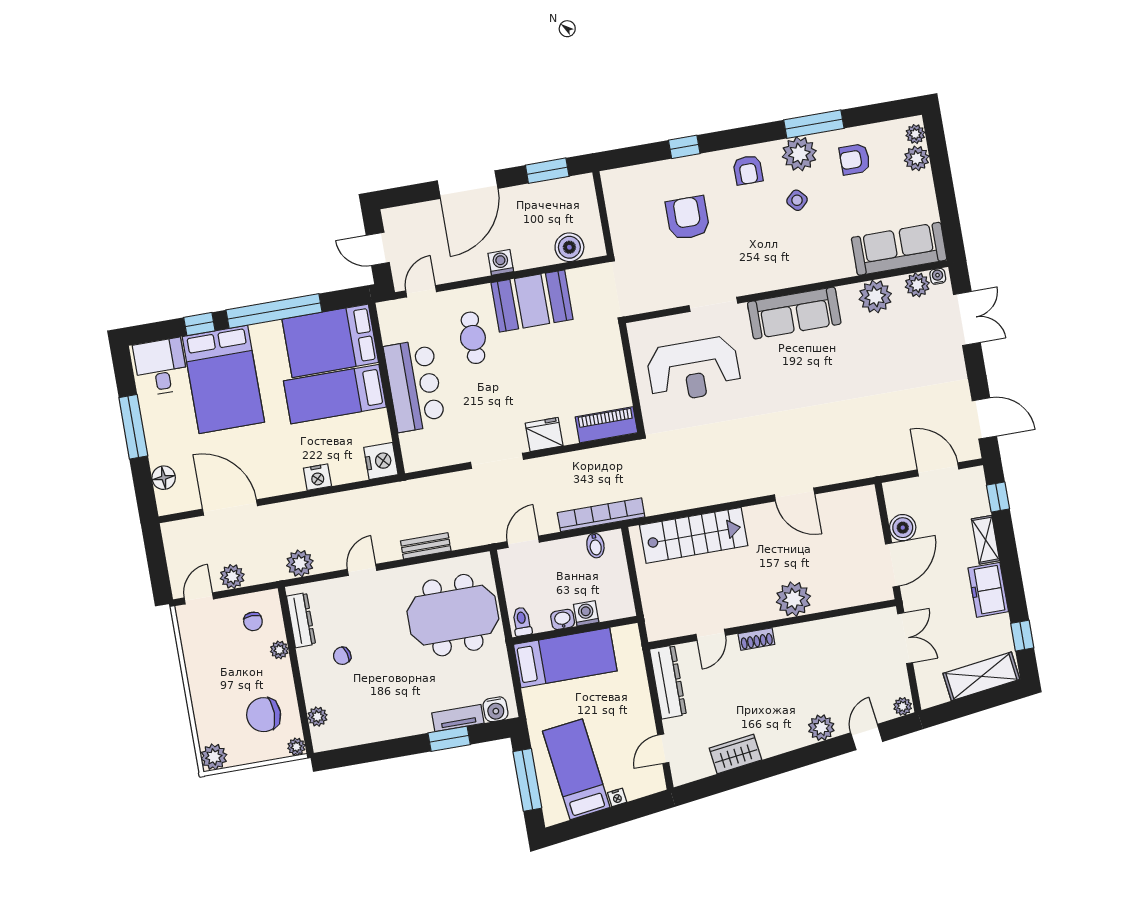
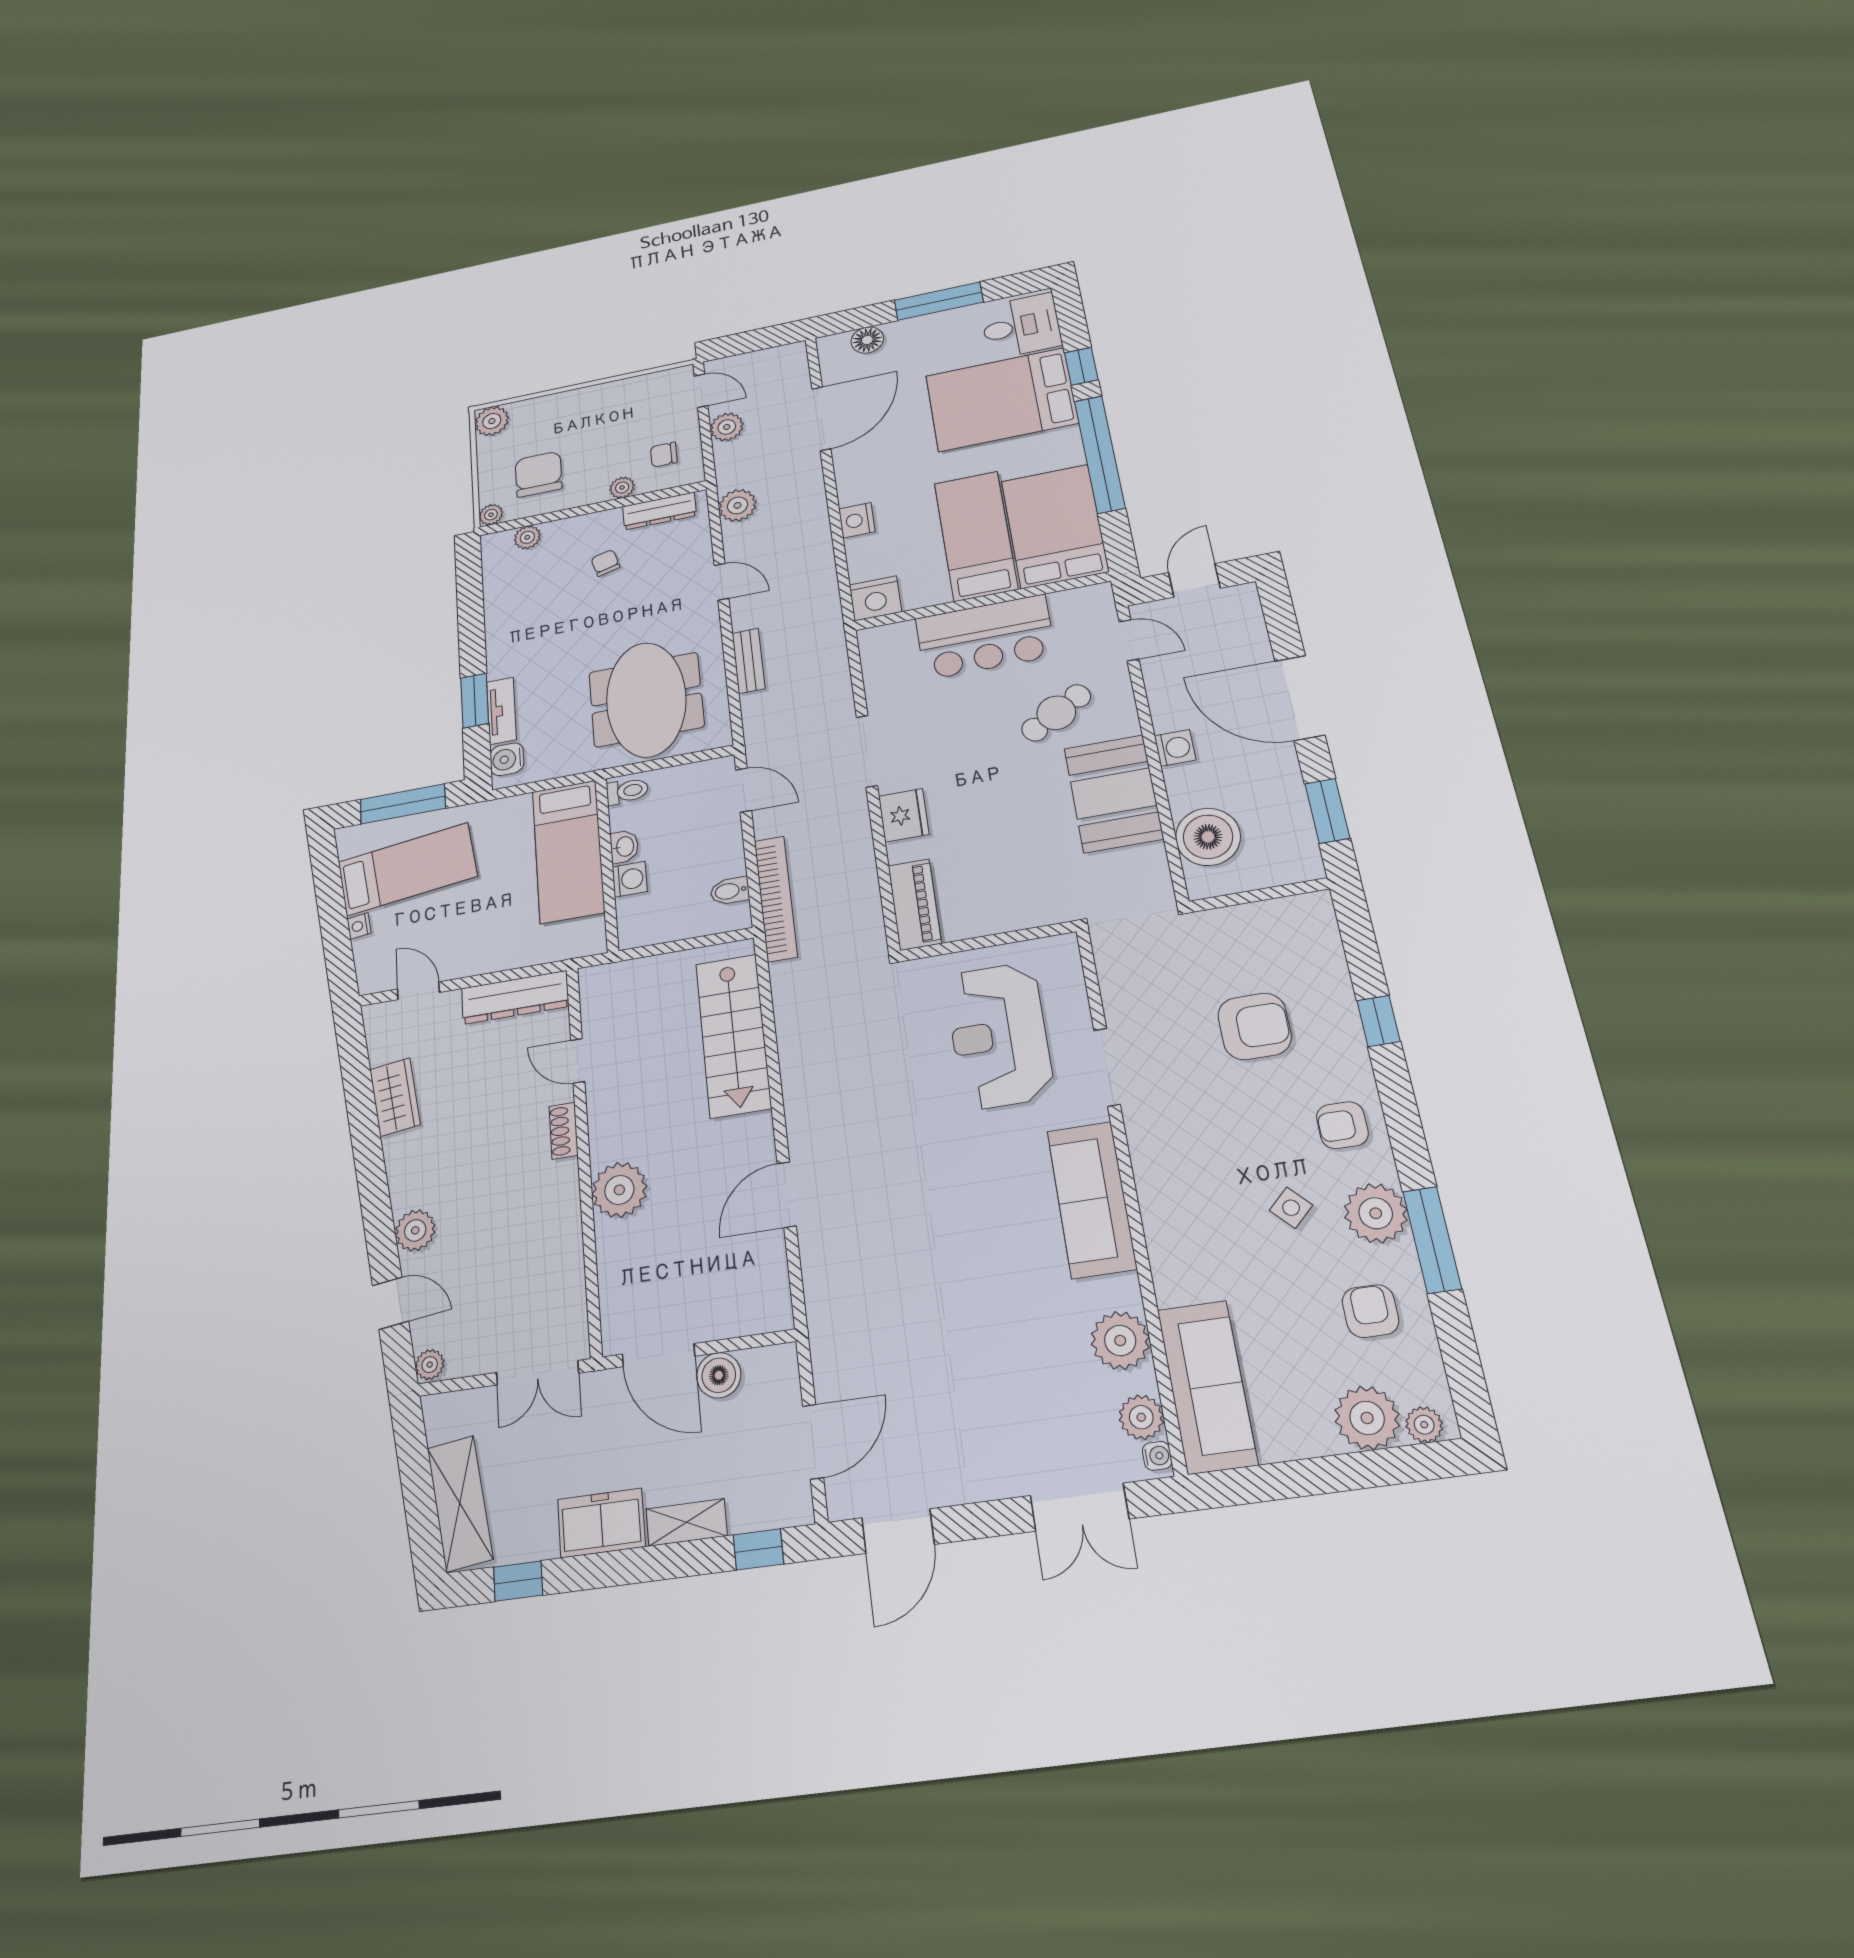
plant: (917, 158) -> (1367, 1418), width x1.36, depth x1.36
boiler: (569, 247) -> (1208, 837), width x1.37, depth x1.37
cafe table: (473, 338) -> (1056, 713), turned -31

